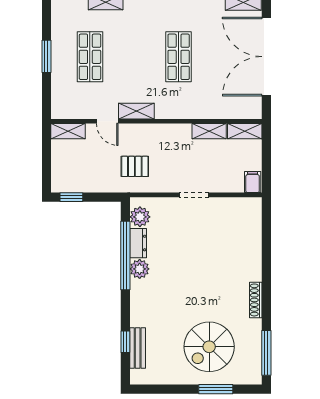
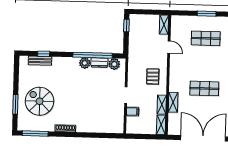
shelving: (136, 111) -> (173, 102), moved
door: (107, 121) -> (169, 47), swing flipped
pallet: (135, 166) -> (153, 76), moved
filing cabinet: (253, 182) -> (133, 111), moved

